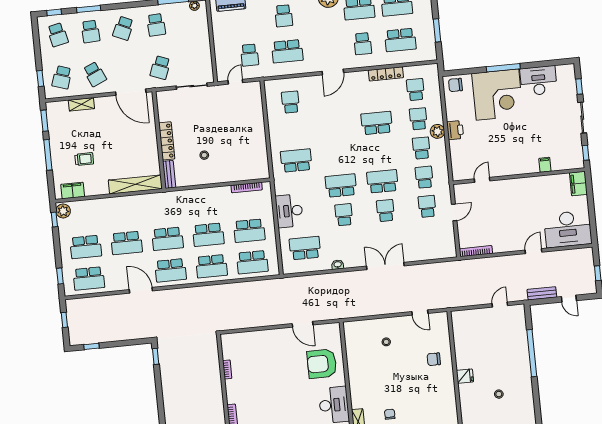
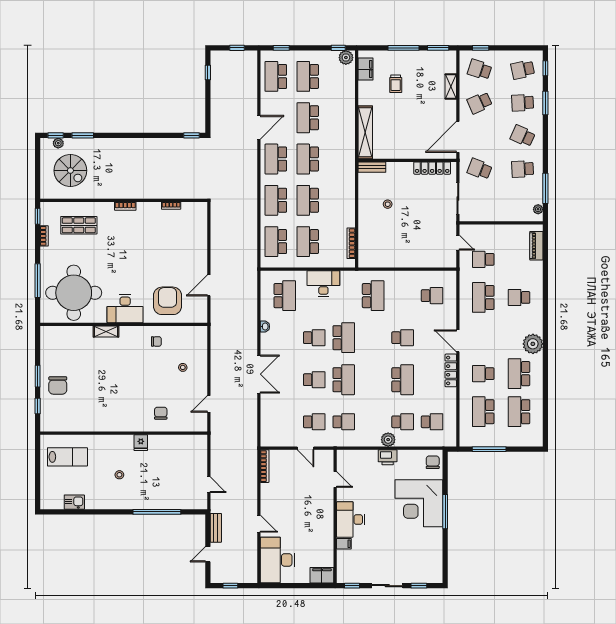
window: (437, 30) -> (489, 449), width x1.44
locker: (386, 74) -> (451, 370), moved
desk: (539, 81) -> (351, 519), moved, turned 180
locker: (167, 141) -> (432, 168), moved
school desk: (421, 148) -> (403, 338), moved
chair: (390, 414) -> (156, 341), moved

